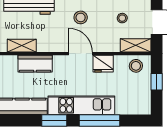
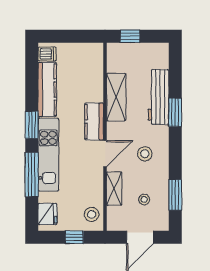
shelving: (136, 45) -> (114, 189), moved
shelving: (22, 46) -> (116, 97), width x1.50, depth x1.33
kitchen counter: (35, 64) -> (94, 122), moved
fridge: (103, 64) -> (47, 214), moved, turned 180

